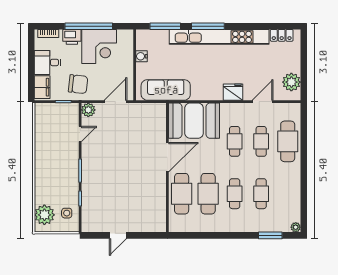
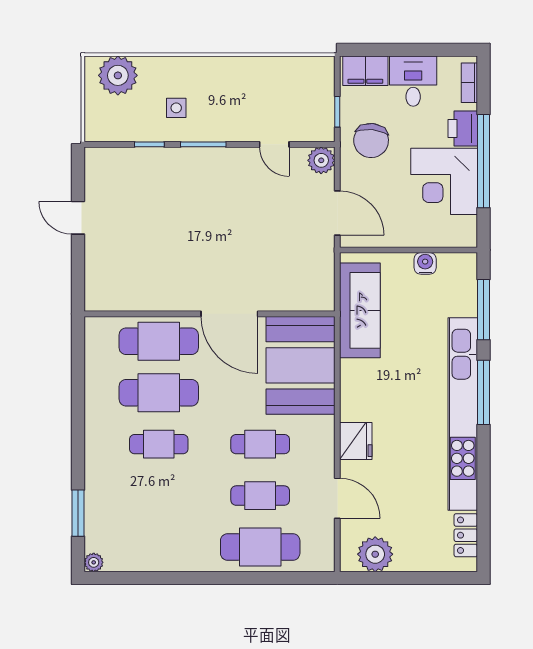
cafe table: (261, 194) -> (159, 496), removed
side table: (67, 213) -> (176, 108), moved

